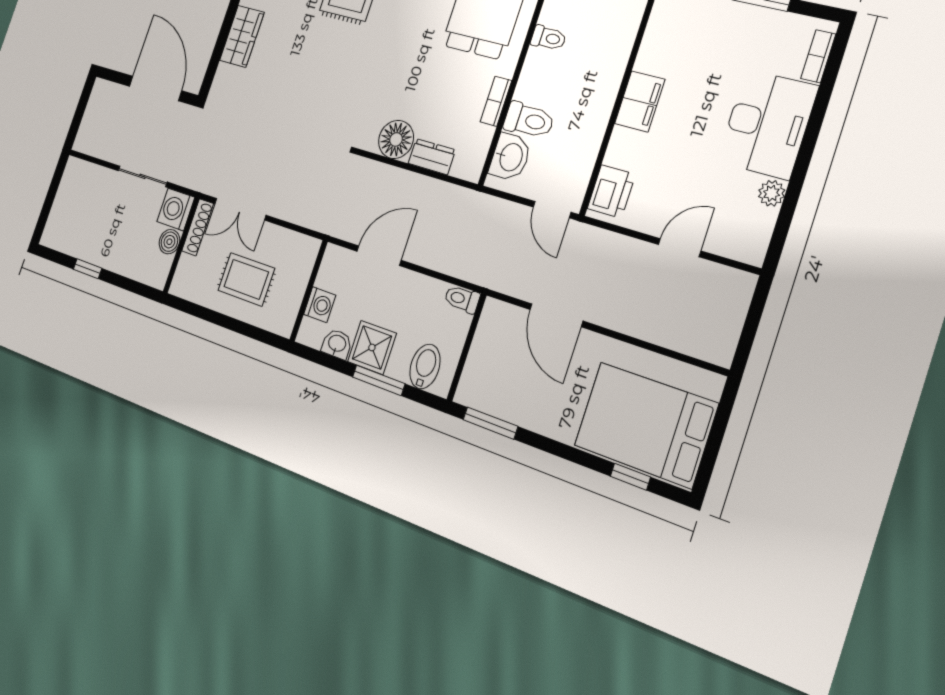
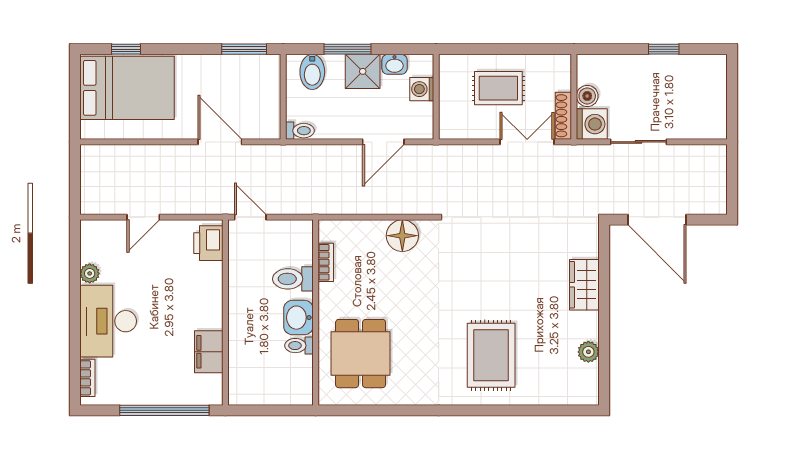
bookcase: (496, 101) -> (326, 262), moved
filing cabinet: (640, 101) -> (209, 352), moved
dresser: (432, 157) -> (366, 230), removed
washbasin: (510, 157) -> (298, 318), moved

